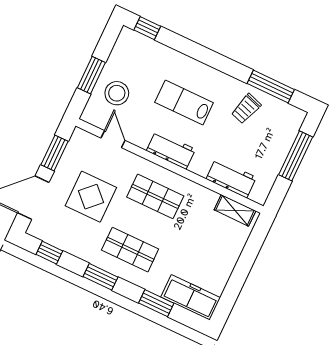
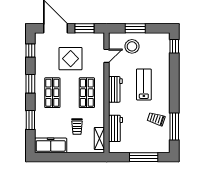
trolley: (200, 236) -> (77, 126), added
freezer: (191, 297) -> (51, 145), moved, turned -90

